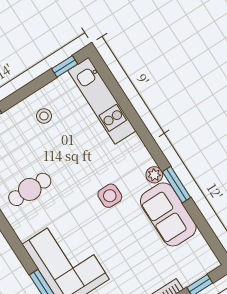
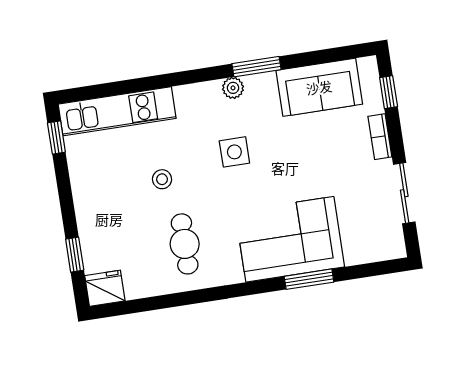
stool: (44, 116) -> (162, 179), moved
sofa: (168, 214) -> (319, 87), moved

